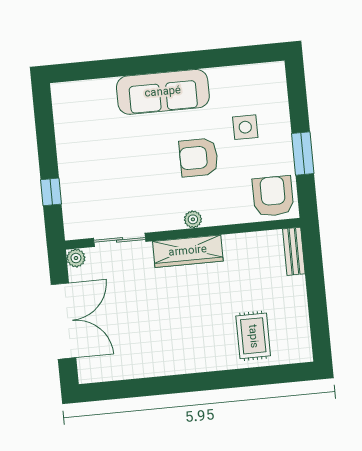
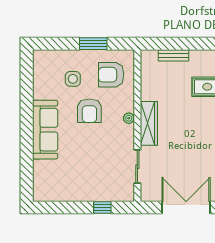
armchair: (273, 196) -> (111, 75), moved
bench: (294, 251) -> (174, 55), moved
plant: (76, 258) -> (146, 196), removed

